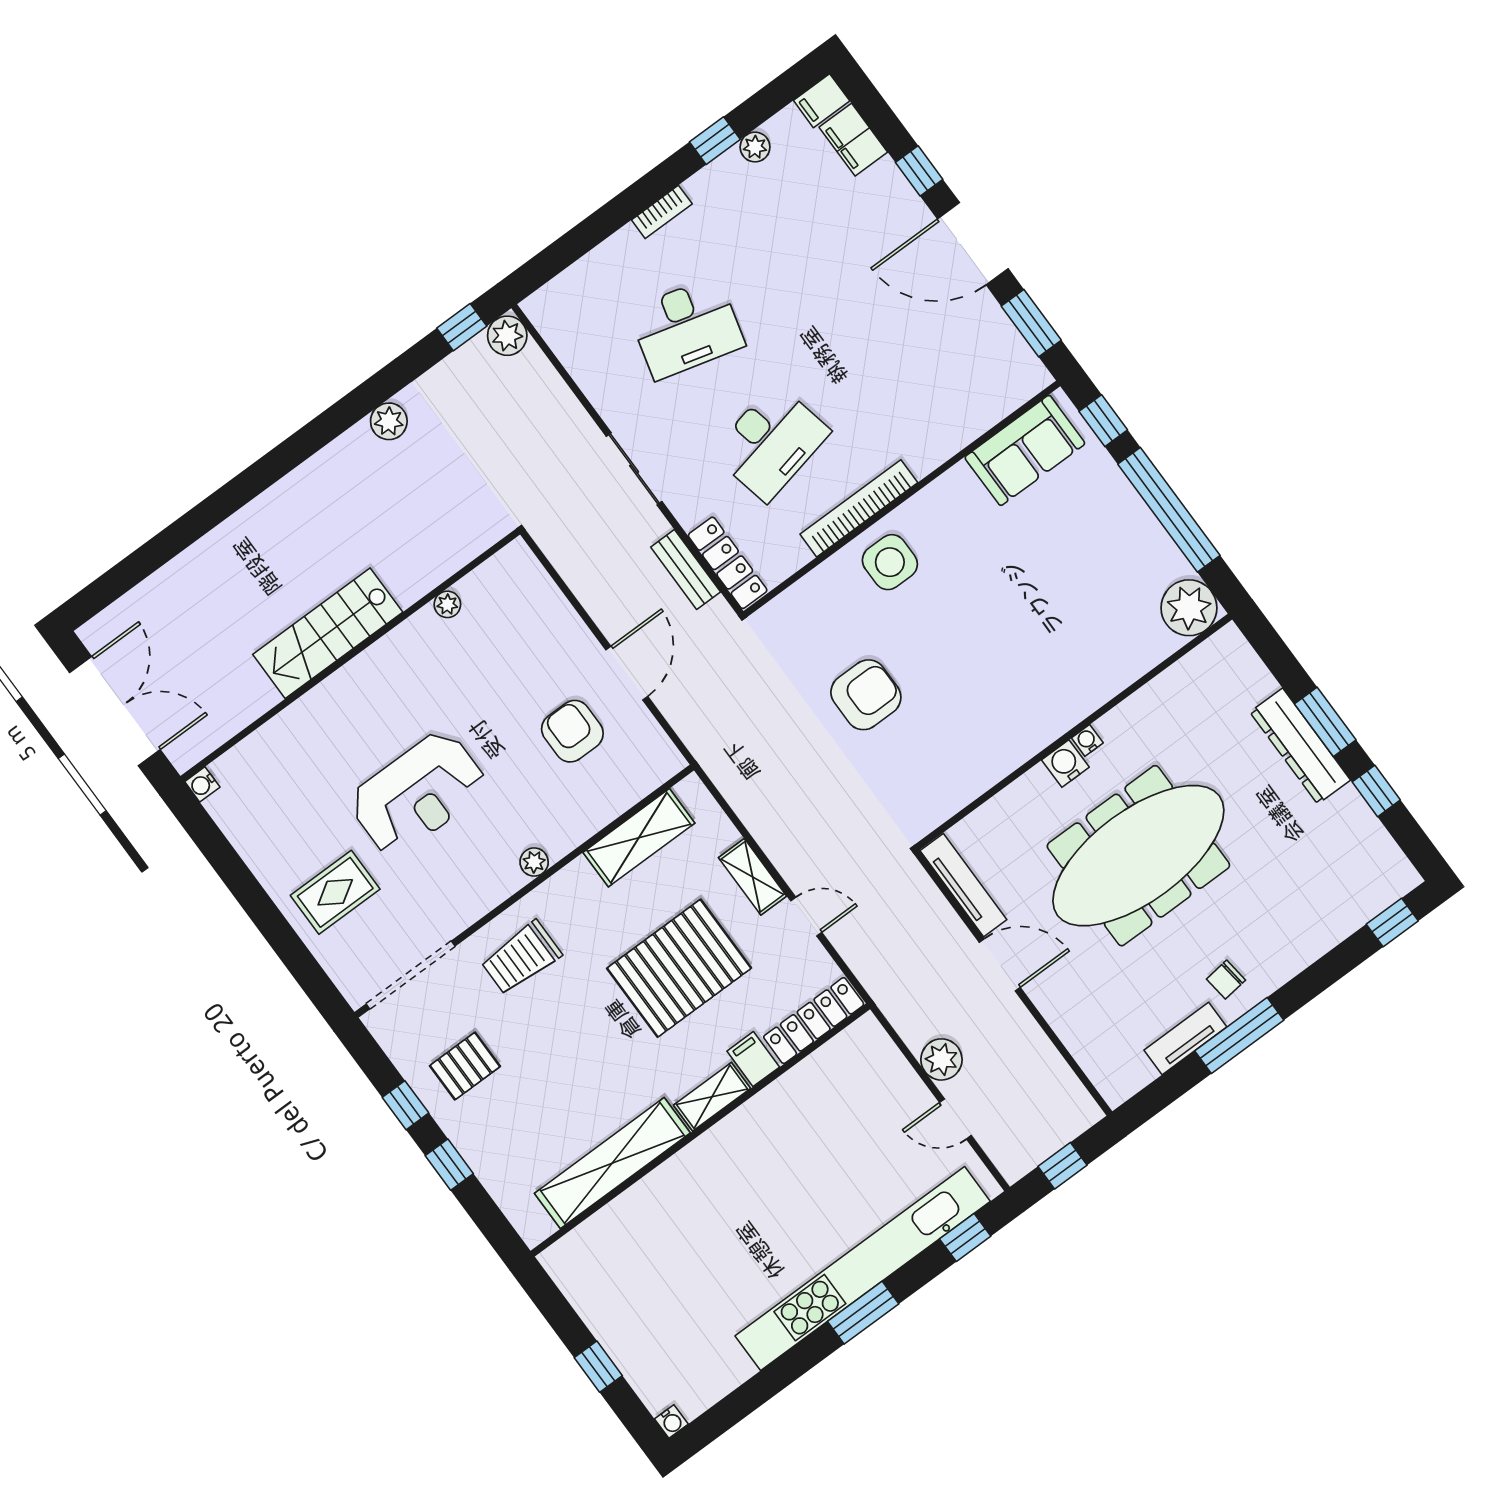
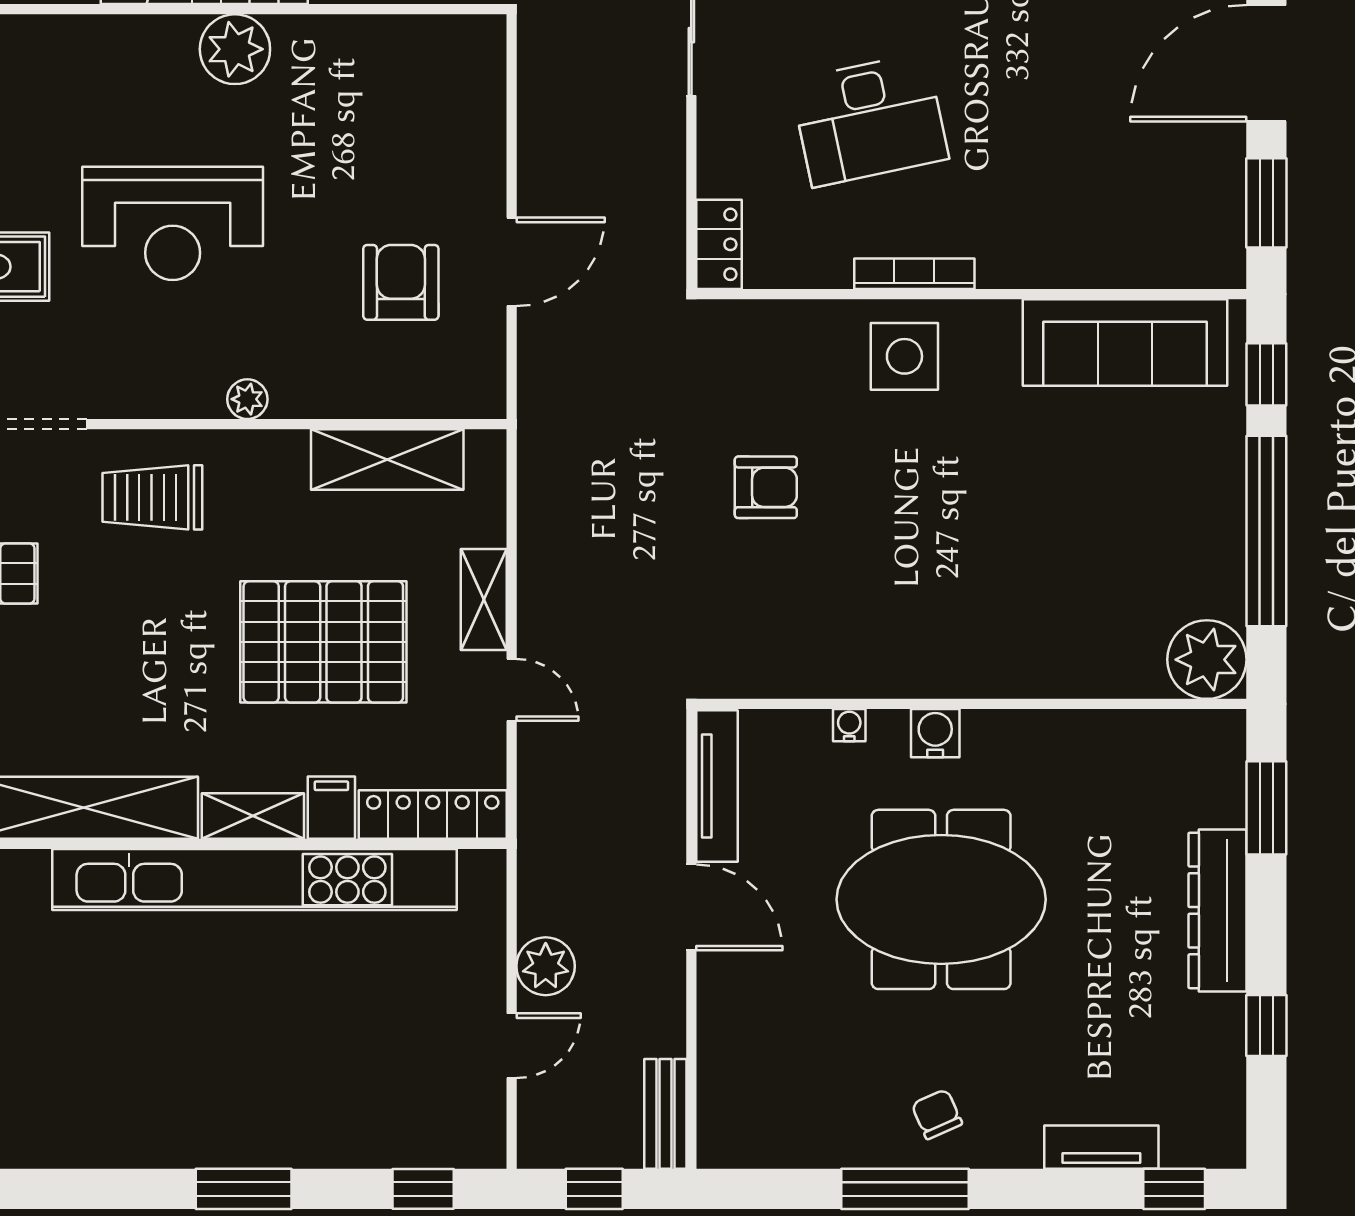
door: (973, 244) -> (1266, 63), hinge flipped
sofa: (1025, 450) -> (1125, 342), width x1.36
bookcase: (859, 508) -> (914, 274), width x0.68, depth x0.76
locker: (728, 563) -> (719, 244), width x0.66
bench: (686, 570) -> (665, 1114), moved
plant: (447, 604) -> (235, 49), moved, width x1.87, depth x1.87
armchair: (866, 695) -> (766, 487), width x0.72, depth x0.72
window: (1325, 722) -> (1266, 808), moved
water cooler: (1087, 740) -> (849, 725), moved
meeting table: (1138, 856) -> (941, 899), width x0.73
chair: (1226, 980) -> (937, 1114), turned 73
tv unit: (1185, 1039) -> (1101, 1147), moved
door: (955, 1119) -> (512, 1046), swing flipped
kitchen unit: (863, 1269) -> (254, 880), moved, turned 180

